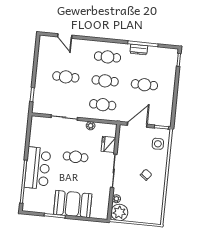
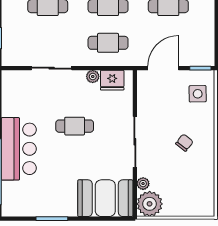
fridge: (108, 144) -> (112, 80), moved, turned -90
booth: (73, 204) -> (105, 198), moved

